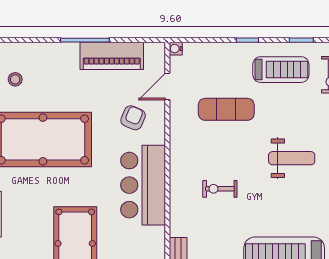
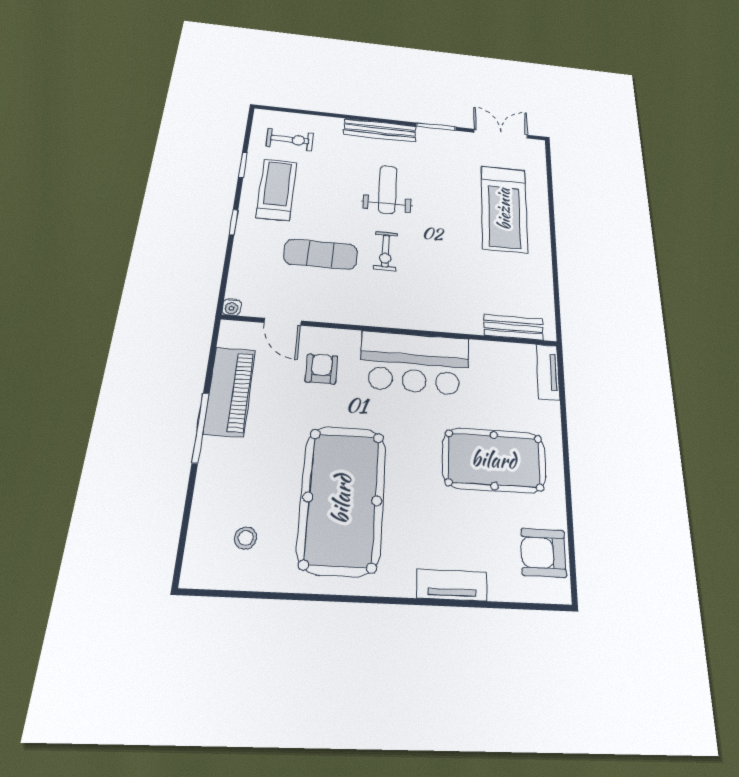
exercise mat: (226, 109) -> (321, 254), turned 90
armchair: (133, 118) -> (321, 369), turned 67
exercise bike: (220, 189) -> (386, 251), moved

